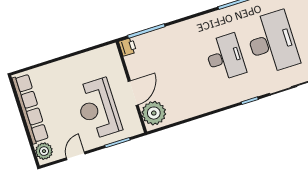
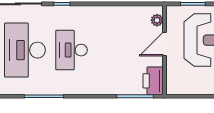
printer: (128, 47) -> (153, 81), width x1.87, depth x1.48
plant: (154, 113) -> (157, 20), width x0.53, depth x0.53

